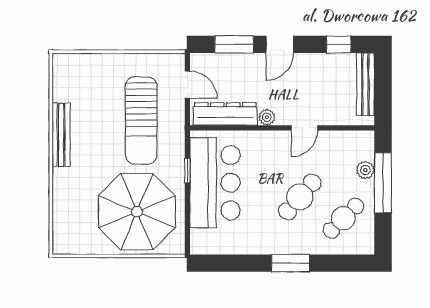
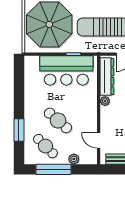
door: (304, 128) -> (99, 140), moved
window: (383, 183) -> (54, 169), moved
window: (291, 263) -> (19, 130), moved

